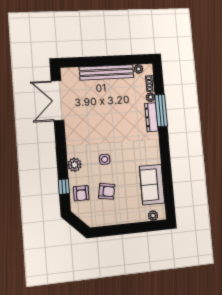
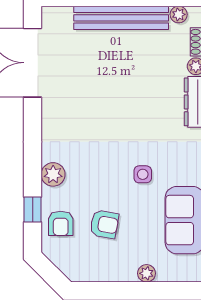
side table: (105, 159) -> (143, 174), moved
plant: (153, 216) -> (147, 273), moved

